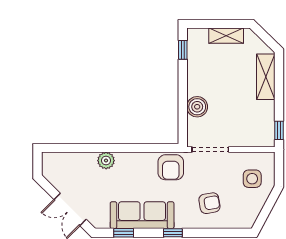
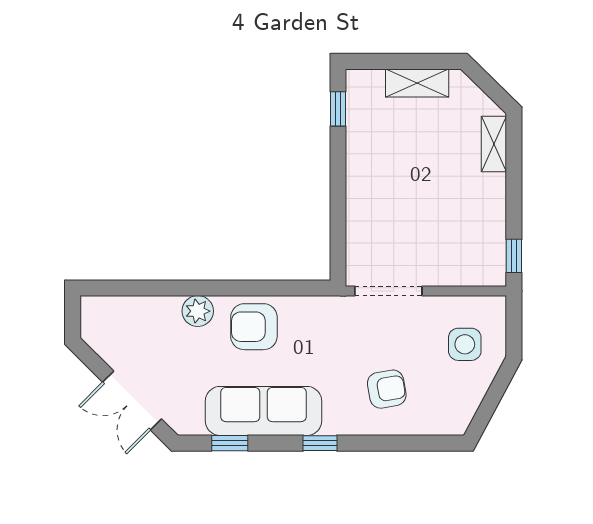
shelving: (266, 77) -> (494, 144), width x0.67, depth x0.75
boiler: (197, 107) -> (364, 213), removed
armchair: (171, 167) -> (254, 327), moved, turned 90

